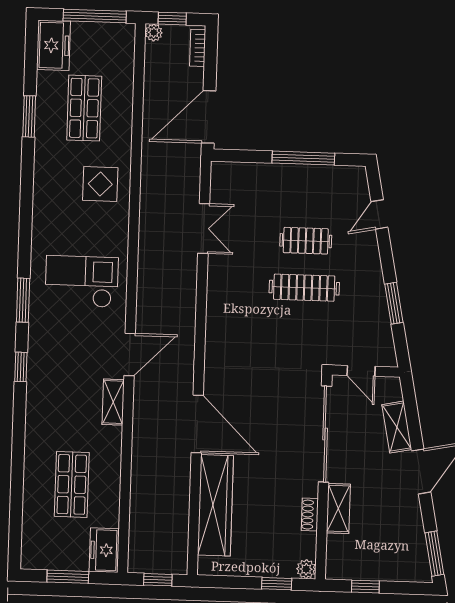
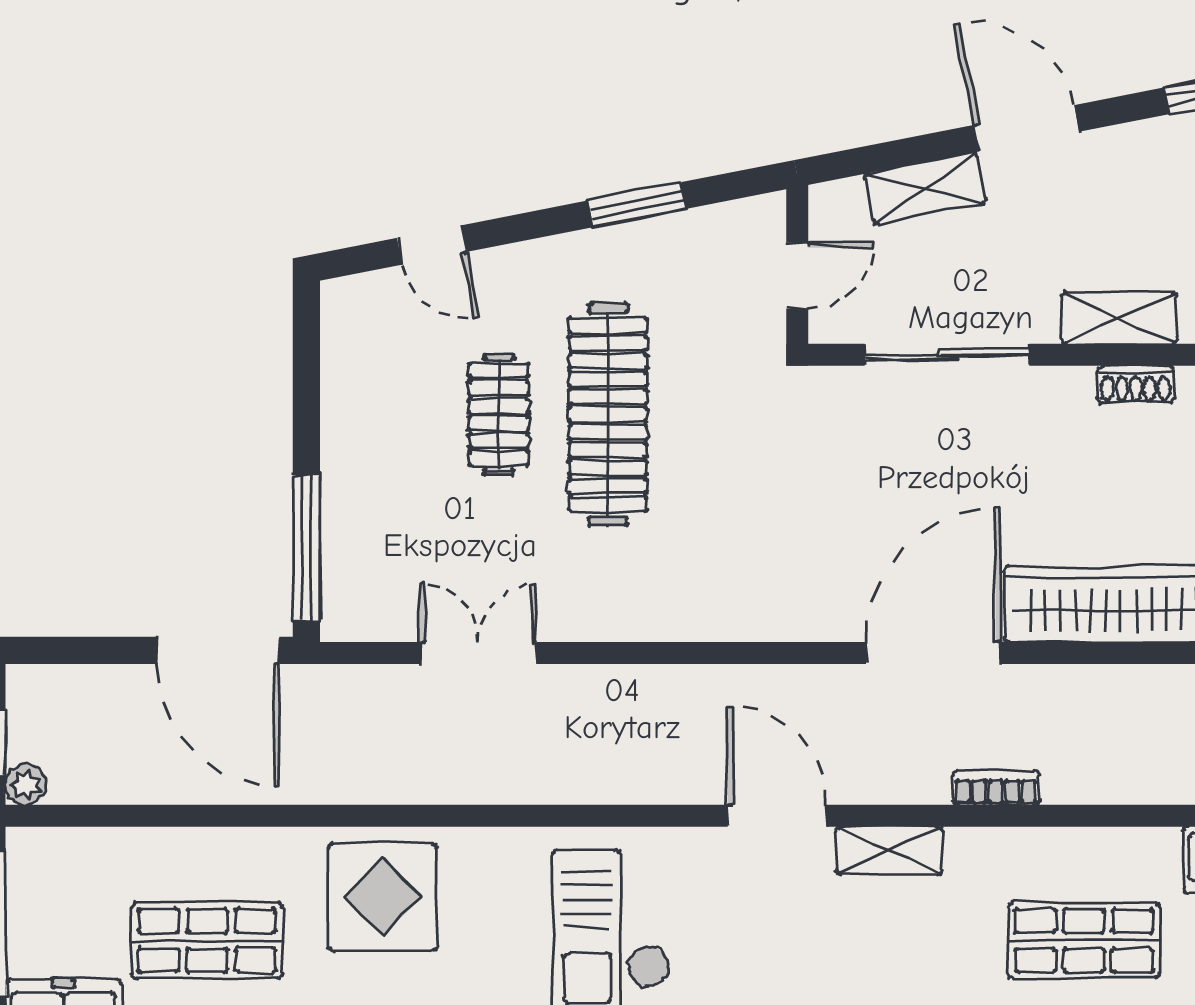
bookcase: (198, 48) -> (996, 788), moved, turned 180
window: (303, 158) -> (306, 548), moved
display table: (100, 184) -> (382, 897), width x1.36, depth x1.36
clothes rail: (304, 288) -> (608, 415), width x1.37, depth x1.31
sliding door: (325, 434) -> (947, 355), width x0.73

